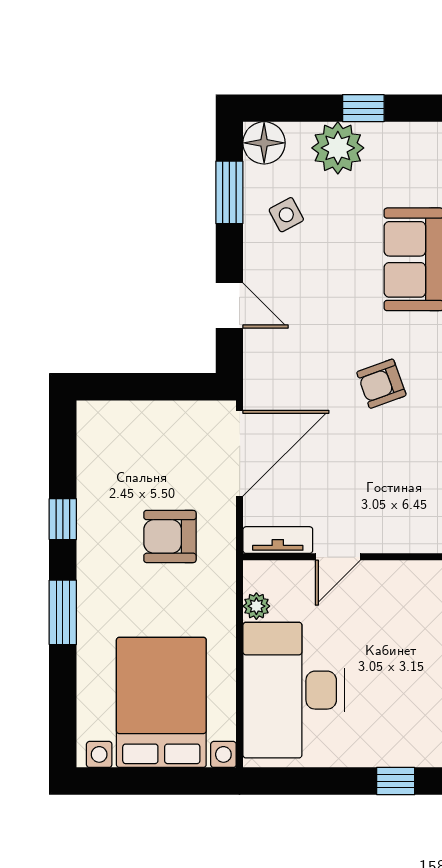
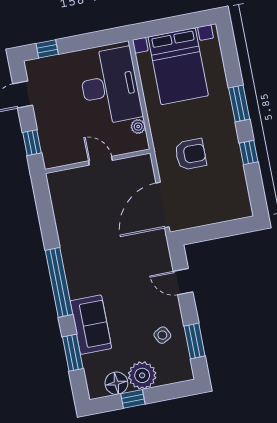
floor lamp: (264, 143) -> (116, 383), moved
armchair: (381, 384) -> (95, 256), removed
tv unit: (278, 540) -> (134, 163), removed
door: (338, 557) -> (100, 161), hinge flipped

